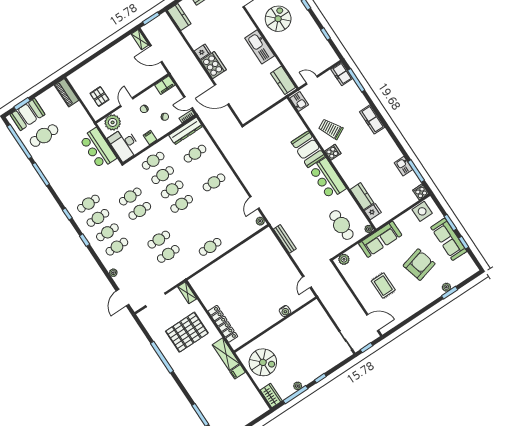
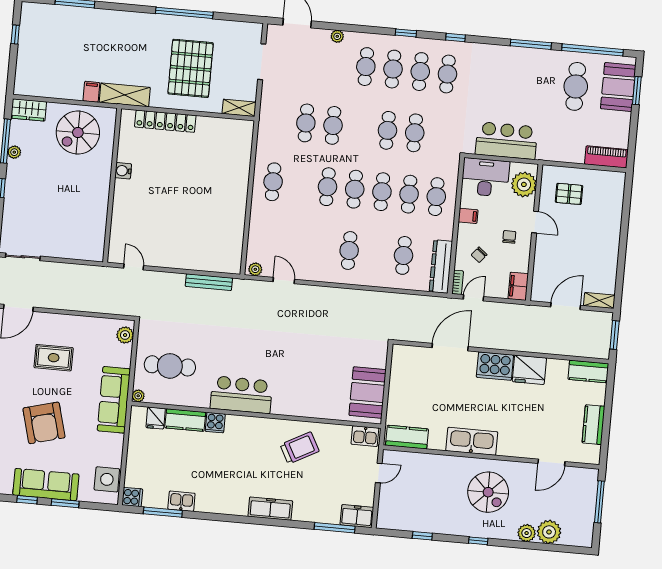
fridge: (202, 52) -> (529, 370), width x1.88, depth x1.34
booth: (308, 149) -> (368, 393), moved, turned 90
cooker: (333, 152) -> (215, 423), moved
cafe table: (191, 218) -> (327, 187), added
water cooler: (285, 311) -> (123, 171), moved

